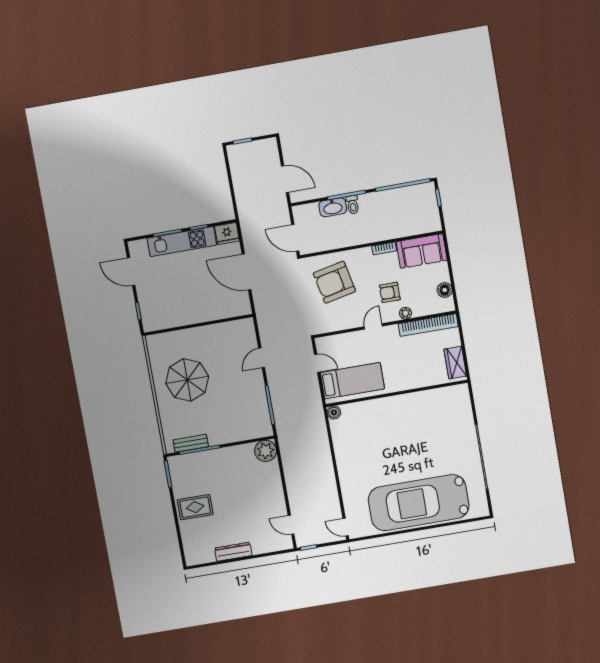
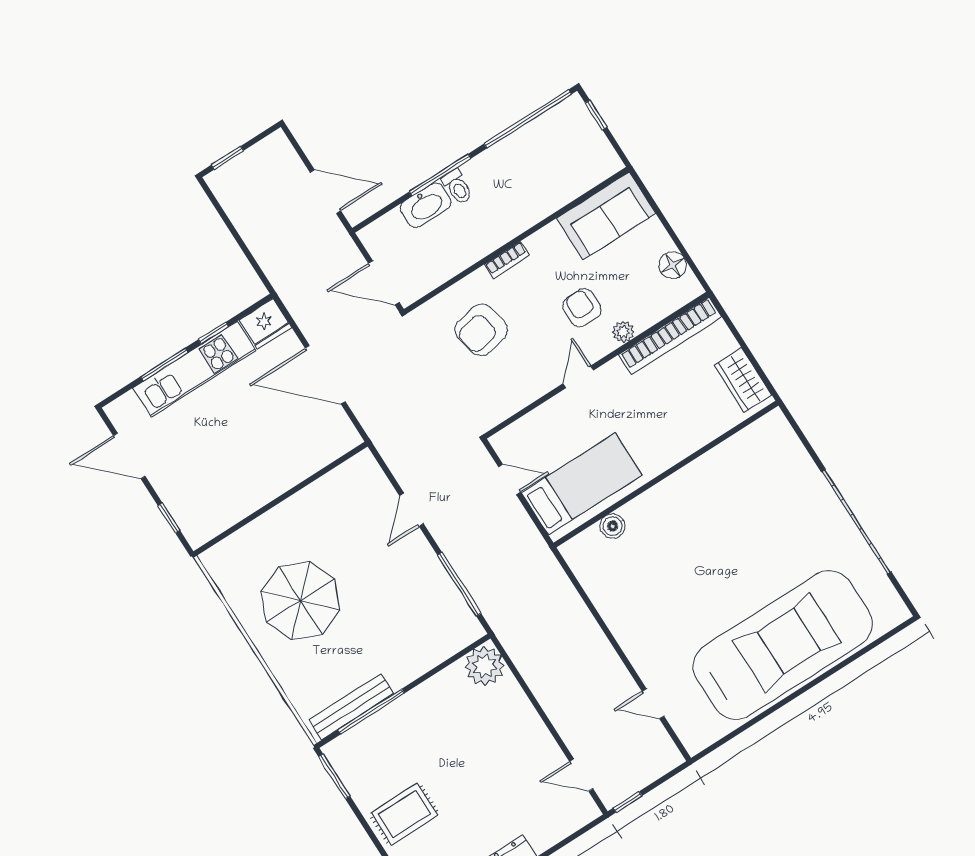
bookcase: (384, 248) -> (507, 260), moved
armchair: (334, 282) -> (481, 330), width x0.73, depth x0.73
armchair: (390, 292) -> (582, 308), turned 90
boiler: (334, 412) -> (612, 526), moved
bench: (191, 443) -> (351, 707), width x1.36
car: (419, 503) -> (783, 645), turned 180
door: (346, 527) -> (653, 704), moved

